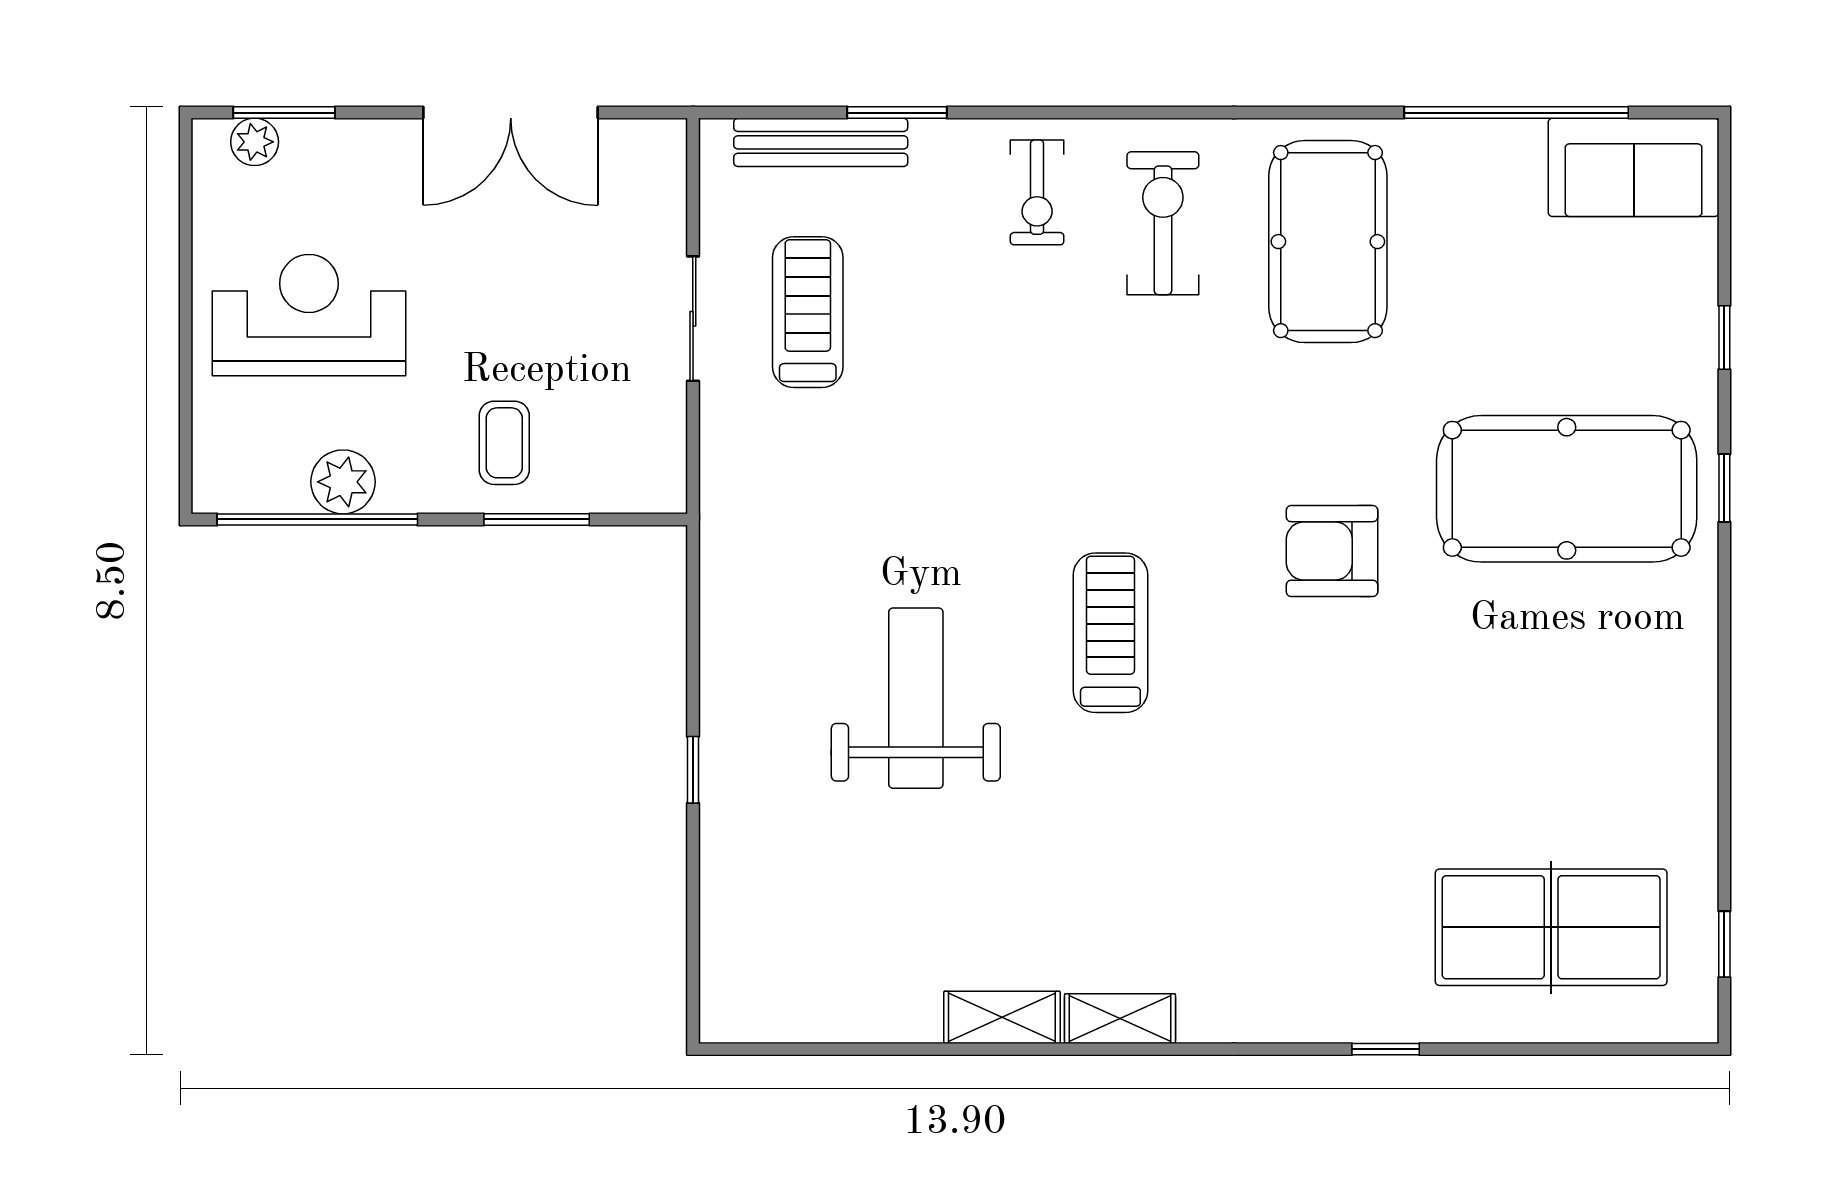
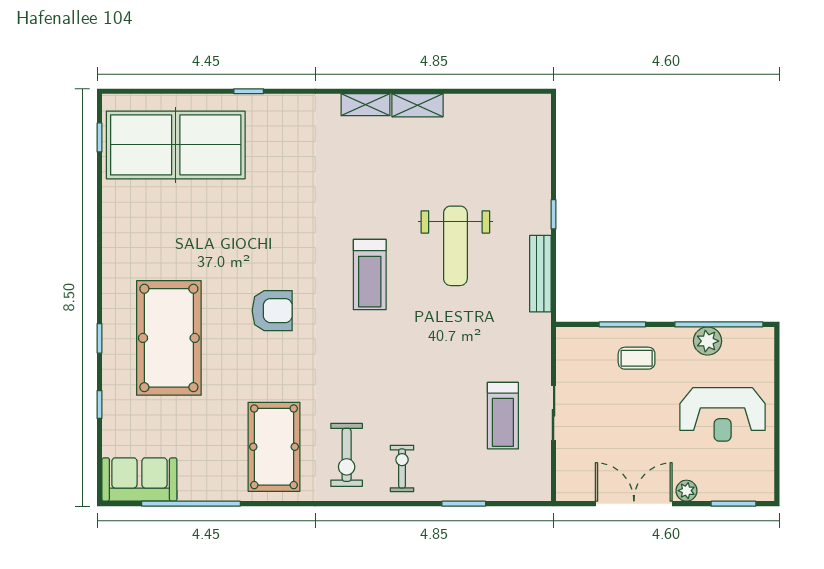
plant: (255, 142) -> (686, 491), moved
bench: (821, 142) -> (540, 274), moved, turned 90
coffee table: (504, 443) -> (637, 358), turned 90
pool table: (1567, 489) -> (169, 338), turned 90
table tennis table: (1551, 927) -> (176, 145), width x1.36, depth x1.32

